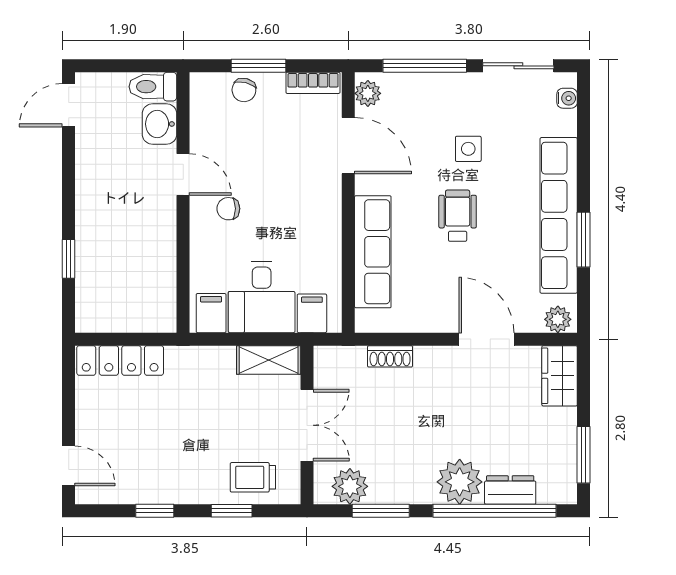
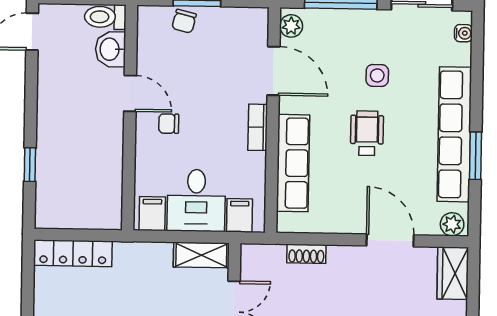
bookcase: (313, 83) -> (258, 127), moved, turned 90

